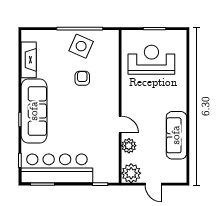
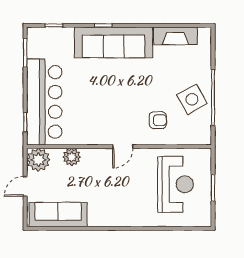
side table: (81, 46) -> (192, 99), turned 37
armchair: (82, 78) -> (158, 120), moved
door: (120, 125) -> (123, 147), moved
sofa: (176, 135) -> (58, 215), moved
bar counter: (57, 168) -> (44, 102), moved

